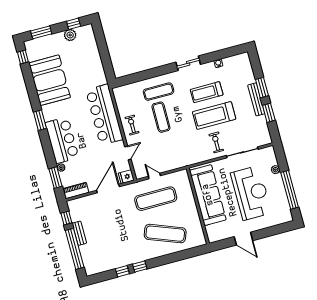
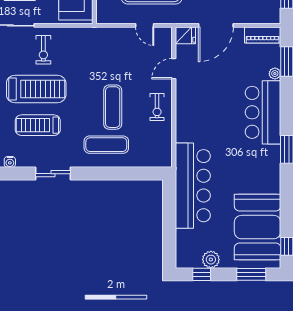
booth: (50, 80) -> (258, 227), moved
treadmill: (207, 92) -> (38, 125), turned 180
bar counter: (104, 115) -> (193, 186), moved

